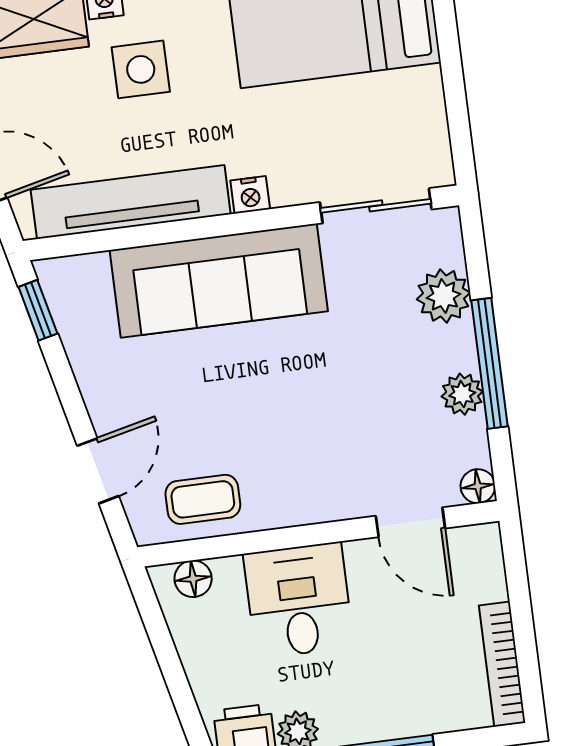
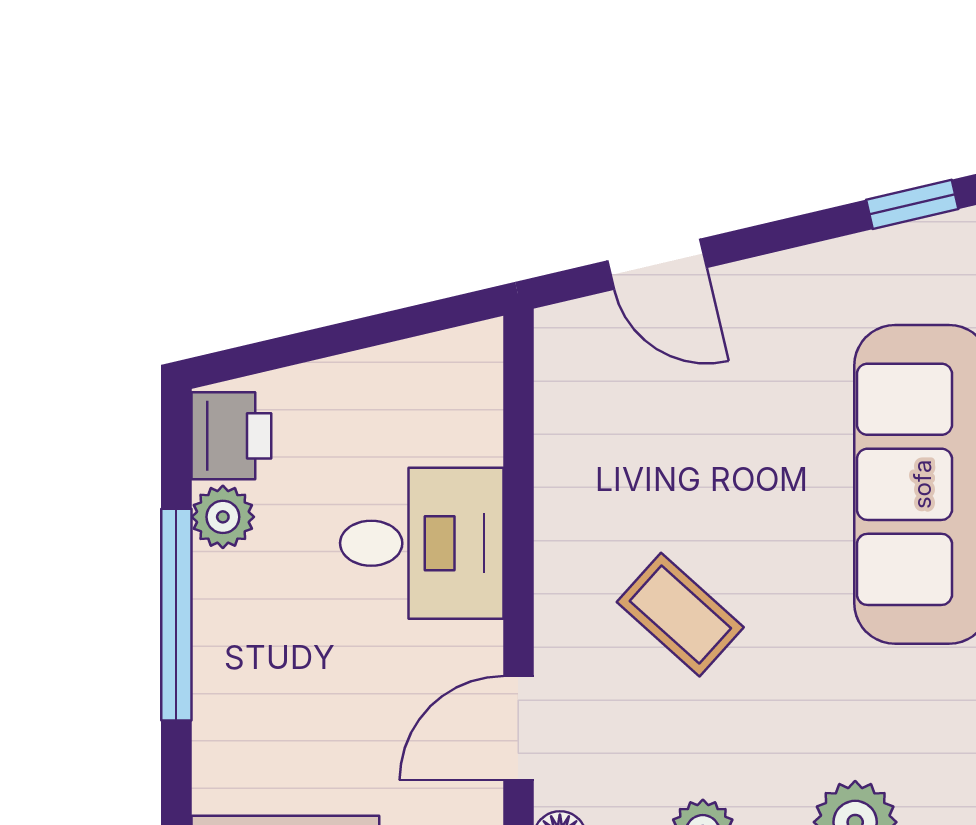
coffee table: (203, 499) -> (680, 615), moved, turned -48
floor lamp: (193, 579) -> (475, 387), removed

